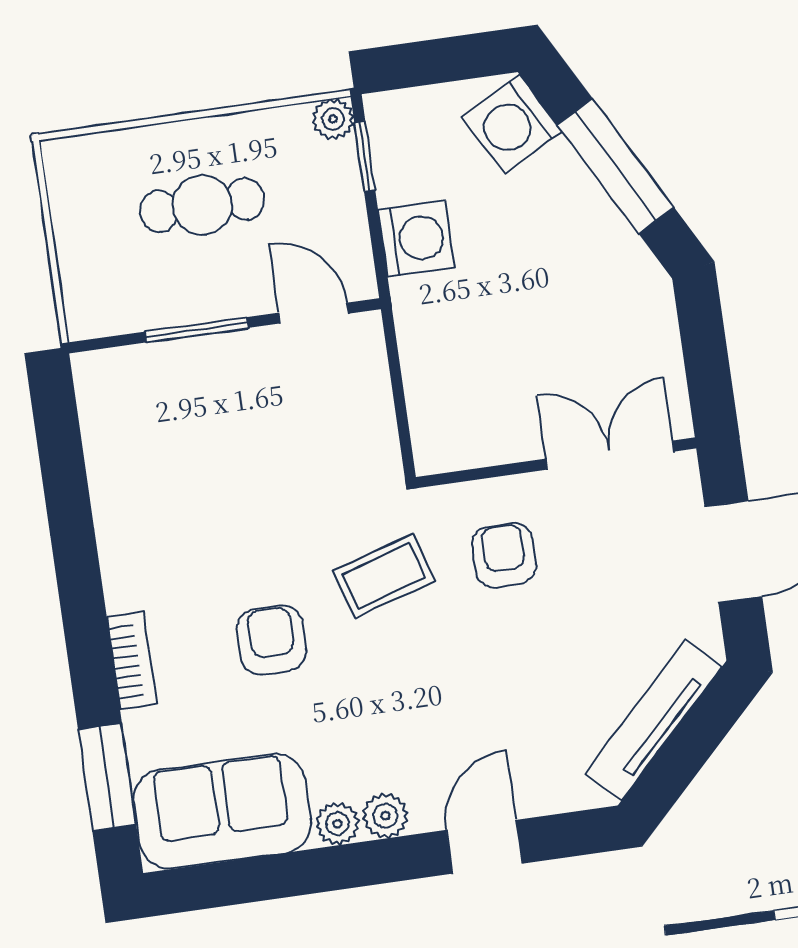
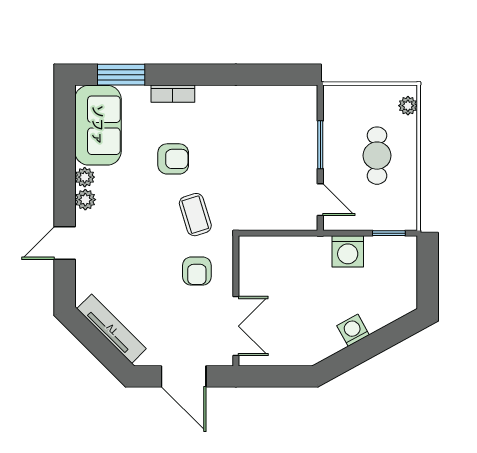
plant: (333, 119) -> (408, 106), moved
washing machine: (512, 124) -> (353, 330), moved, width x0.73, depth x0.73
window: (616, 166) -> (368, 348), removed
door: (314, 313) -> (320, 200), hinge flipped
armchair: (504, 555) -> (197, 271), turned 90
door: (484, 847) -> (65, 243), swing flipped

